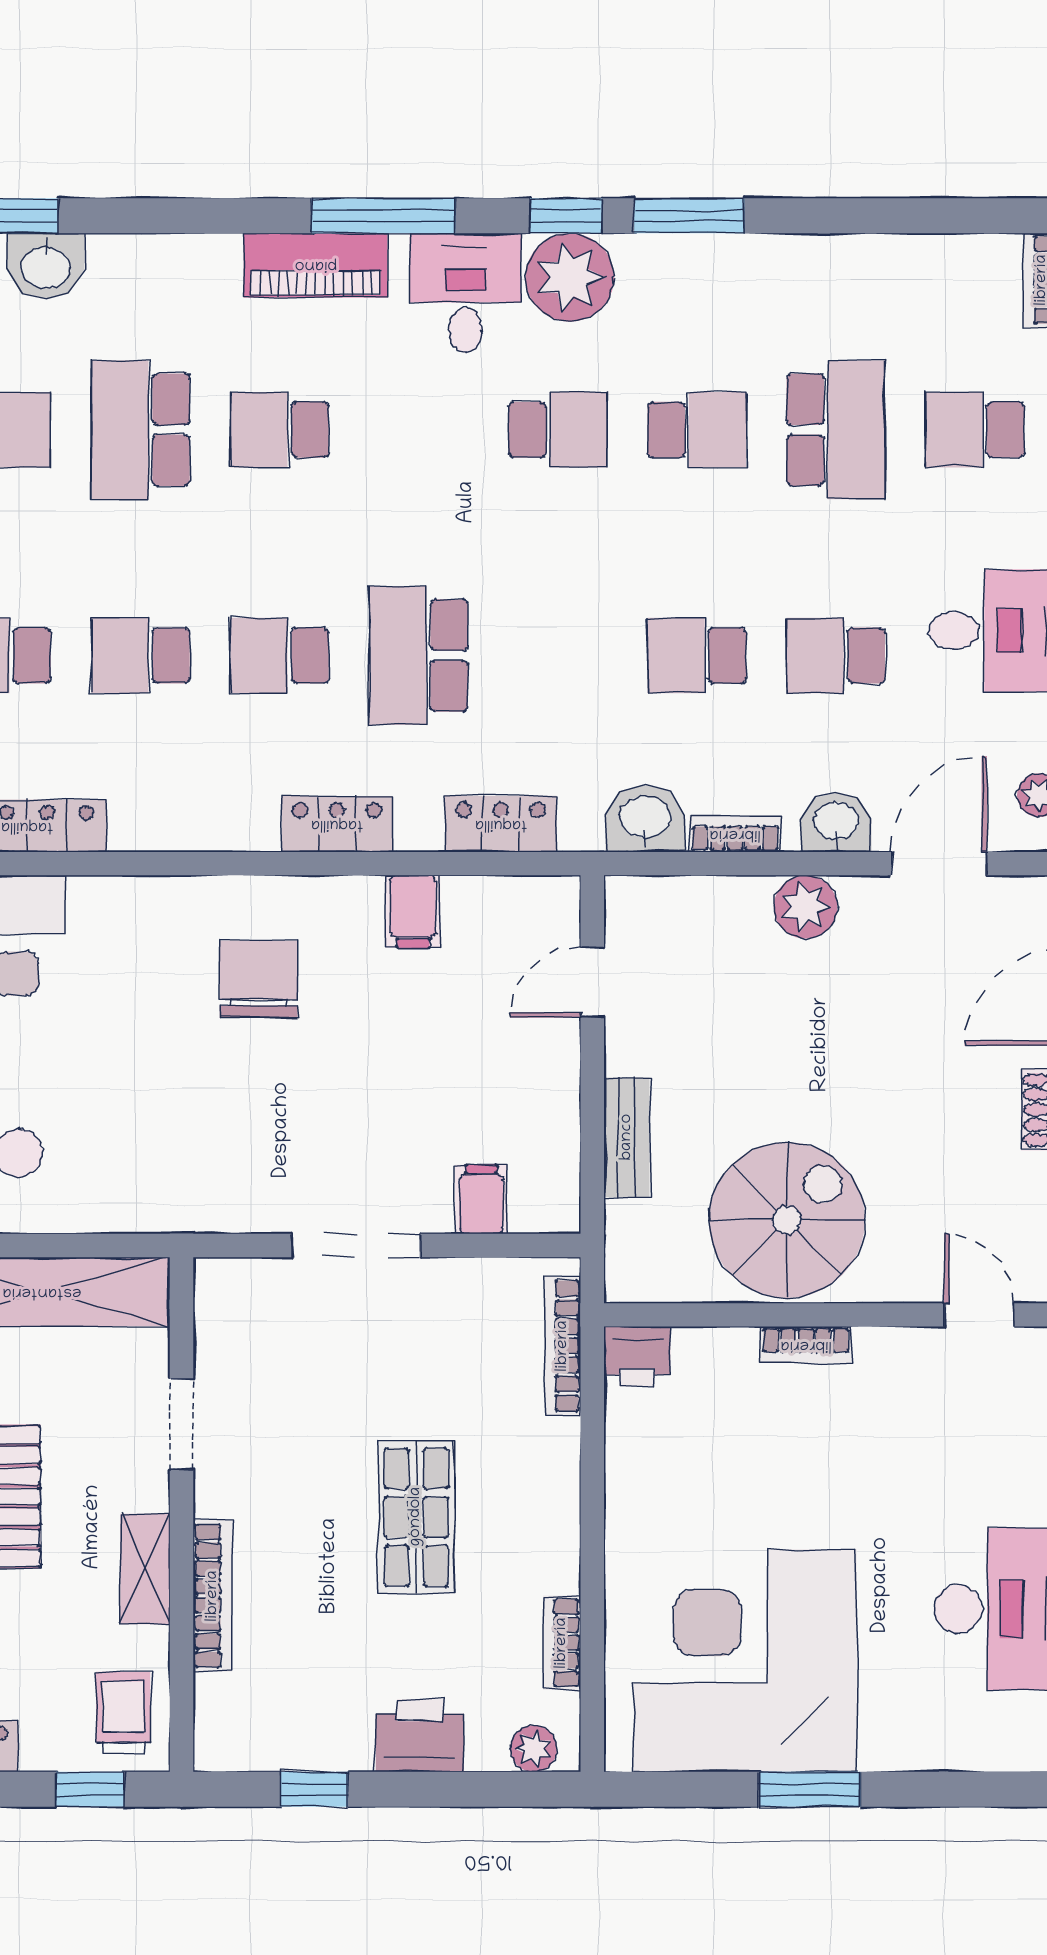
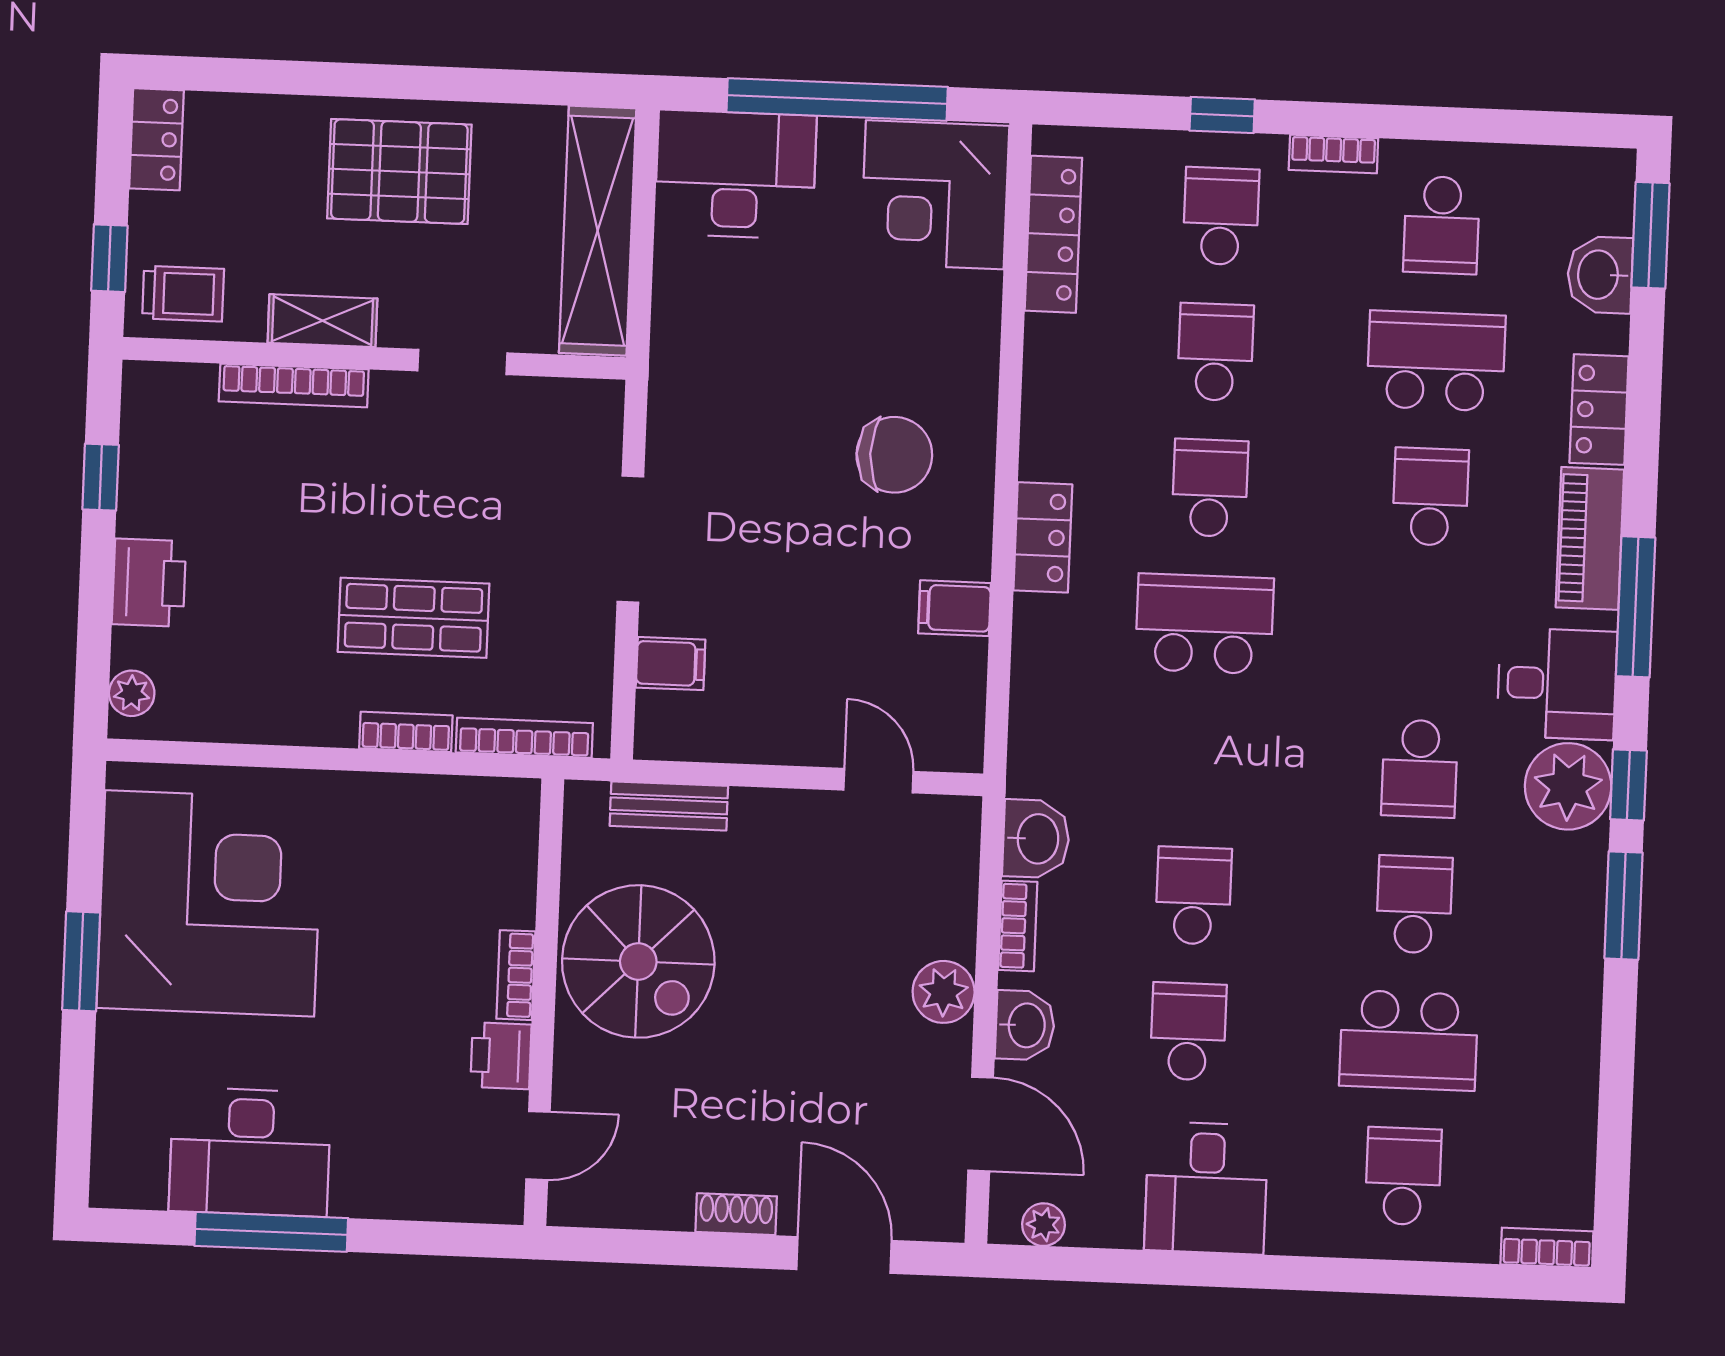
school desk: (697, 430) -> (1414, 904), turned 180
locker: (501, 824) -> (1599, 410), moved, turned 180
bench: (627, 1137) -> (669, 806), moved
printer: (637, 1357) -> (501, 1056), moved
shop shelf: (416, 1517) -> (414, 618), moved
bookcase: (562, 1643) -> (406, 732), moved

